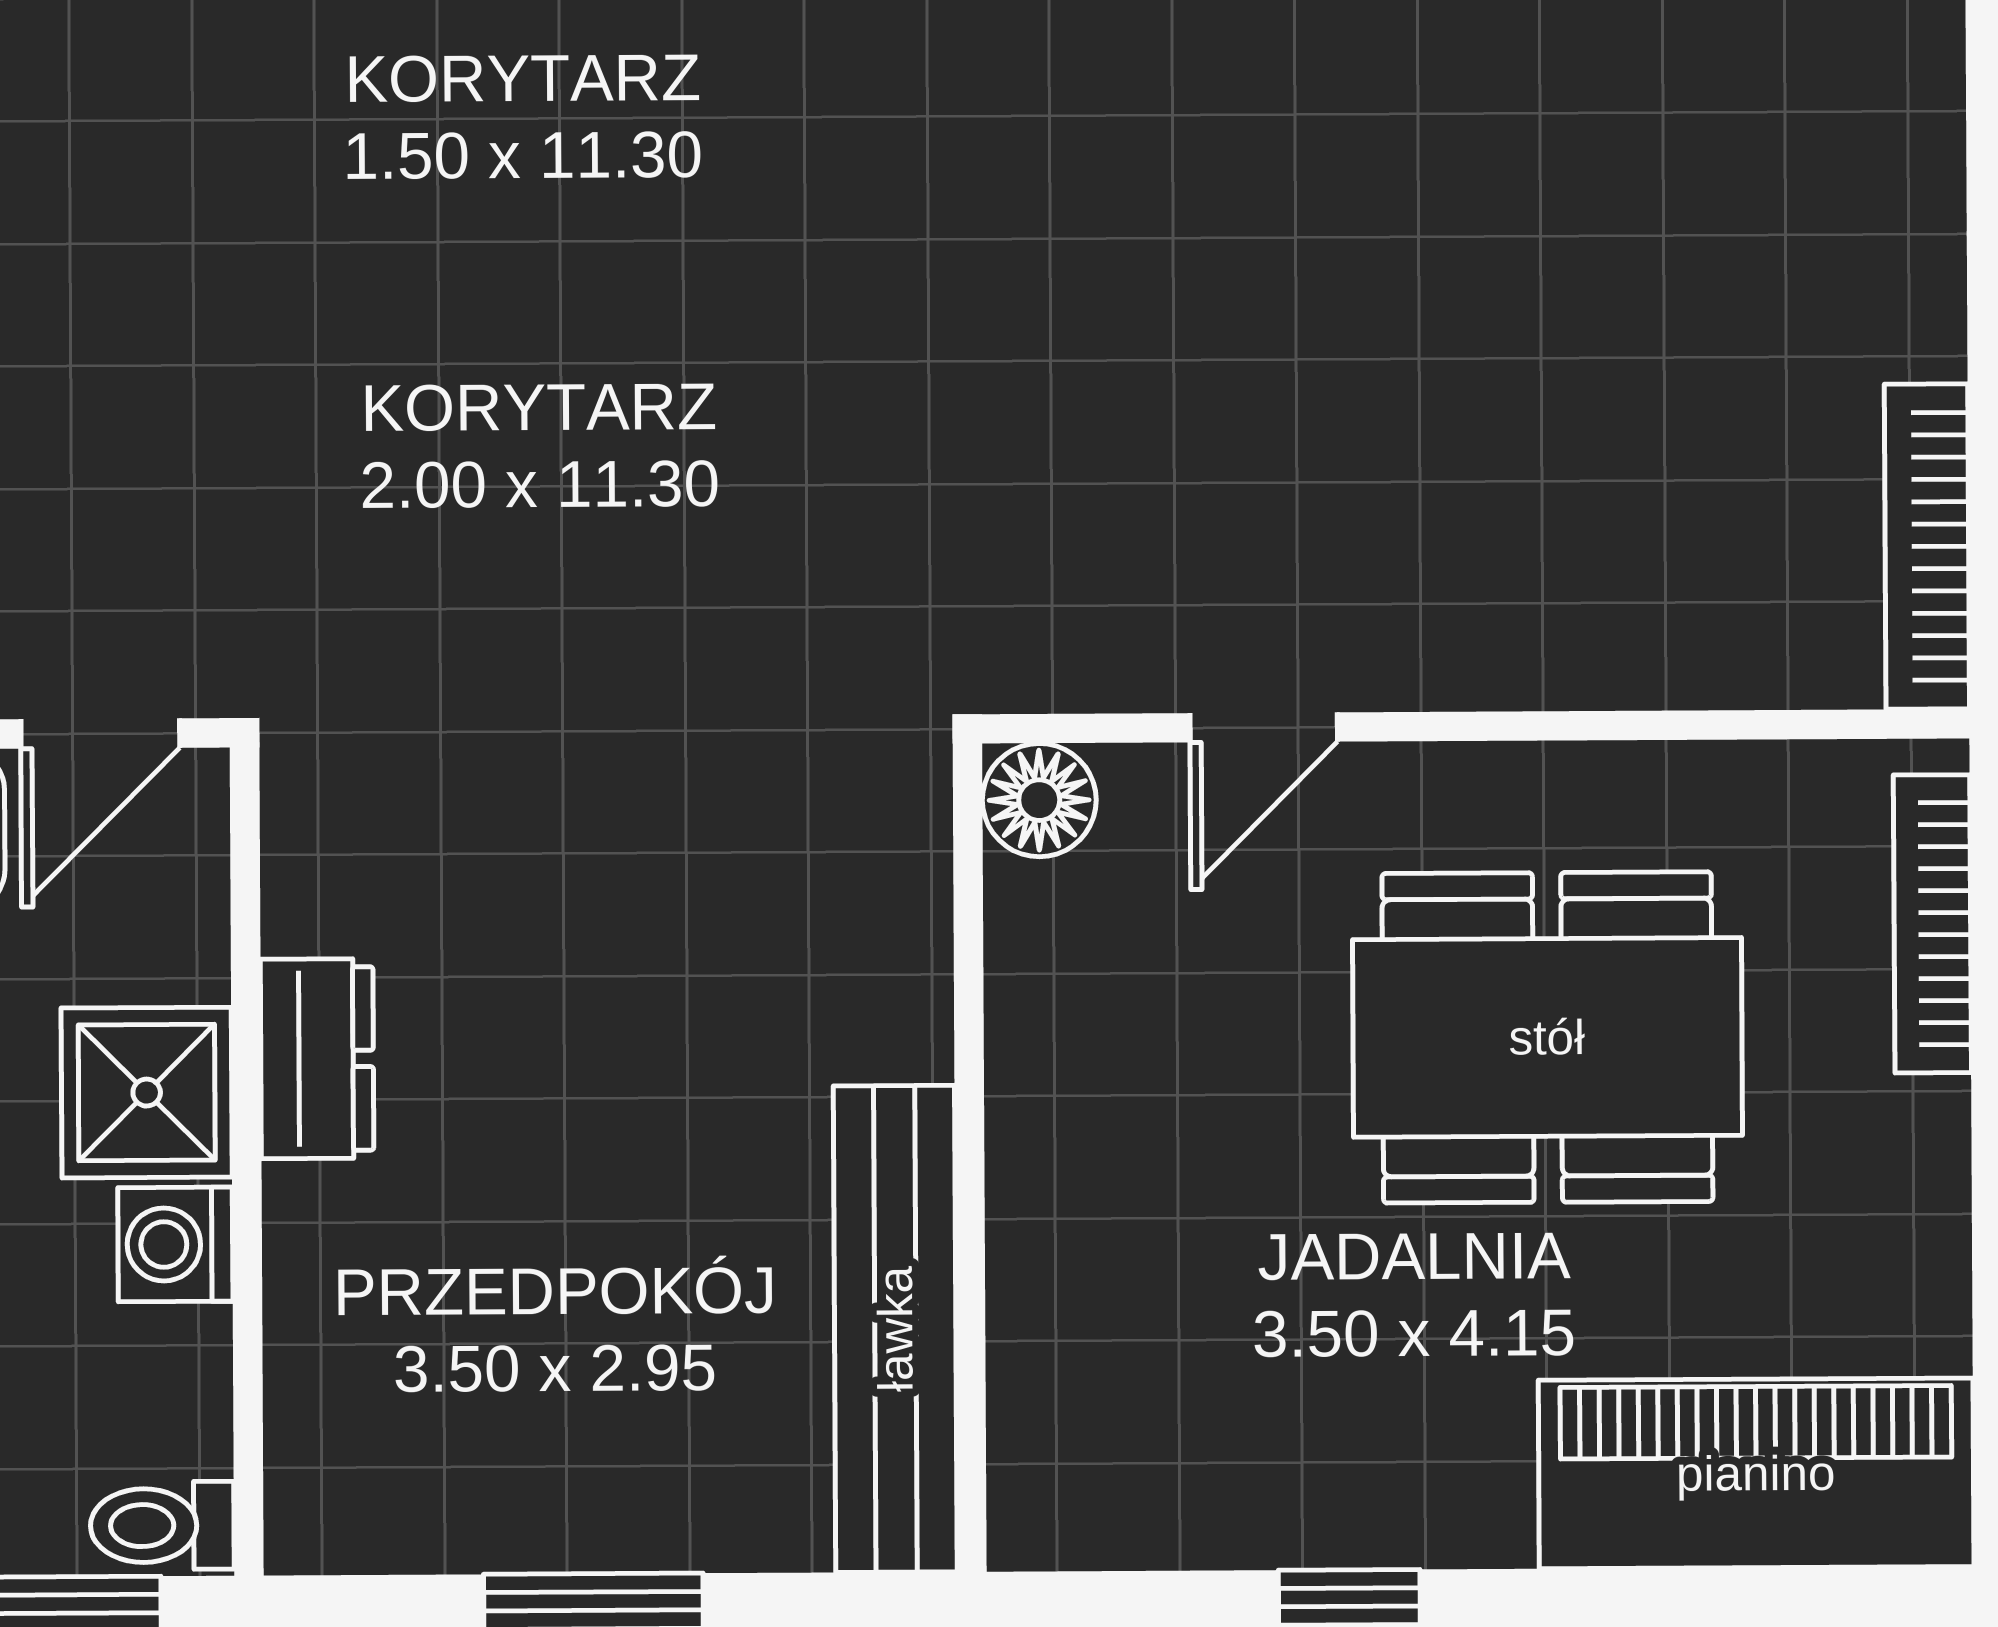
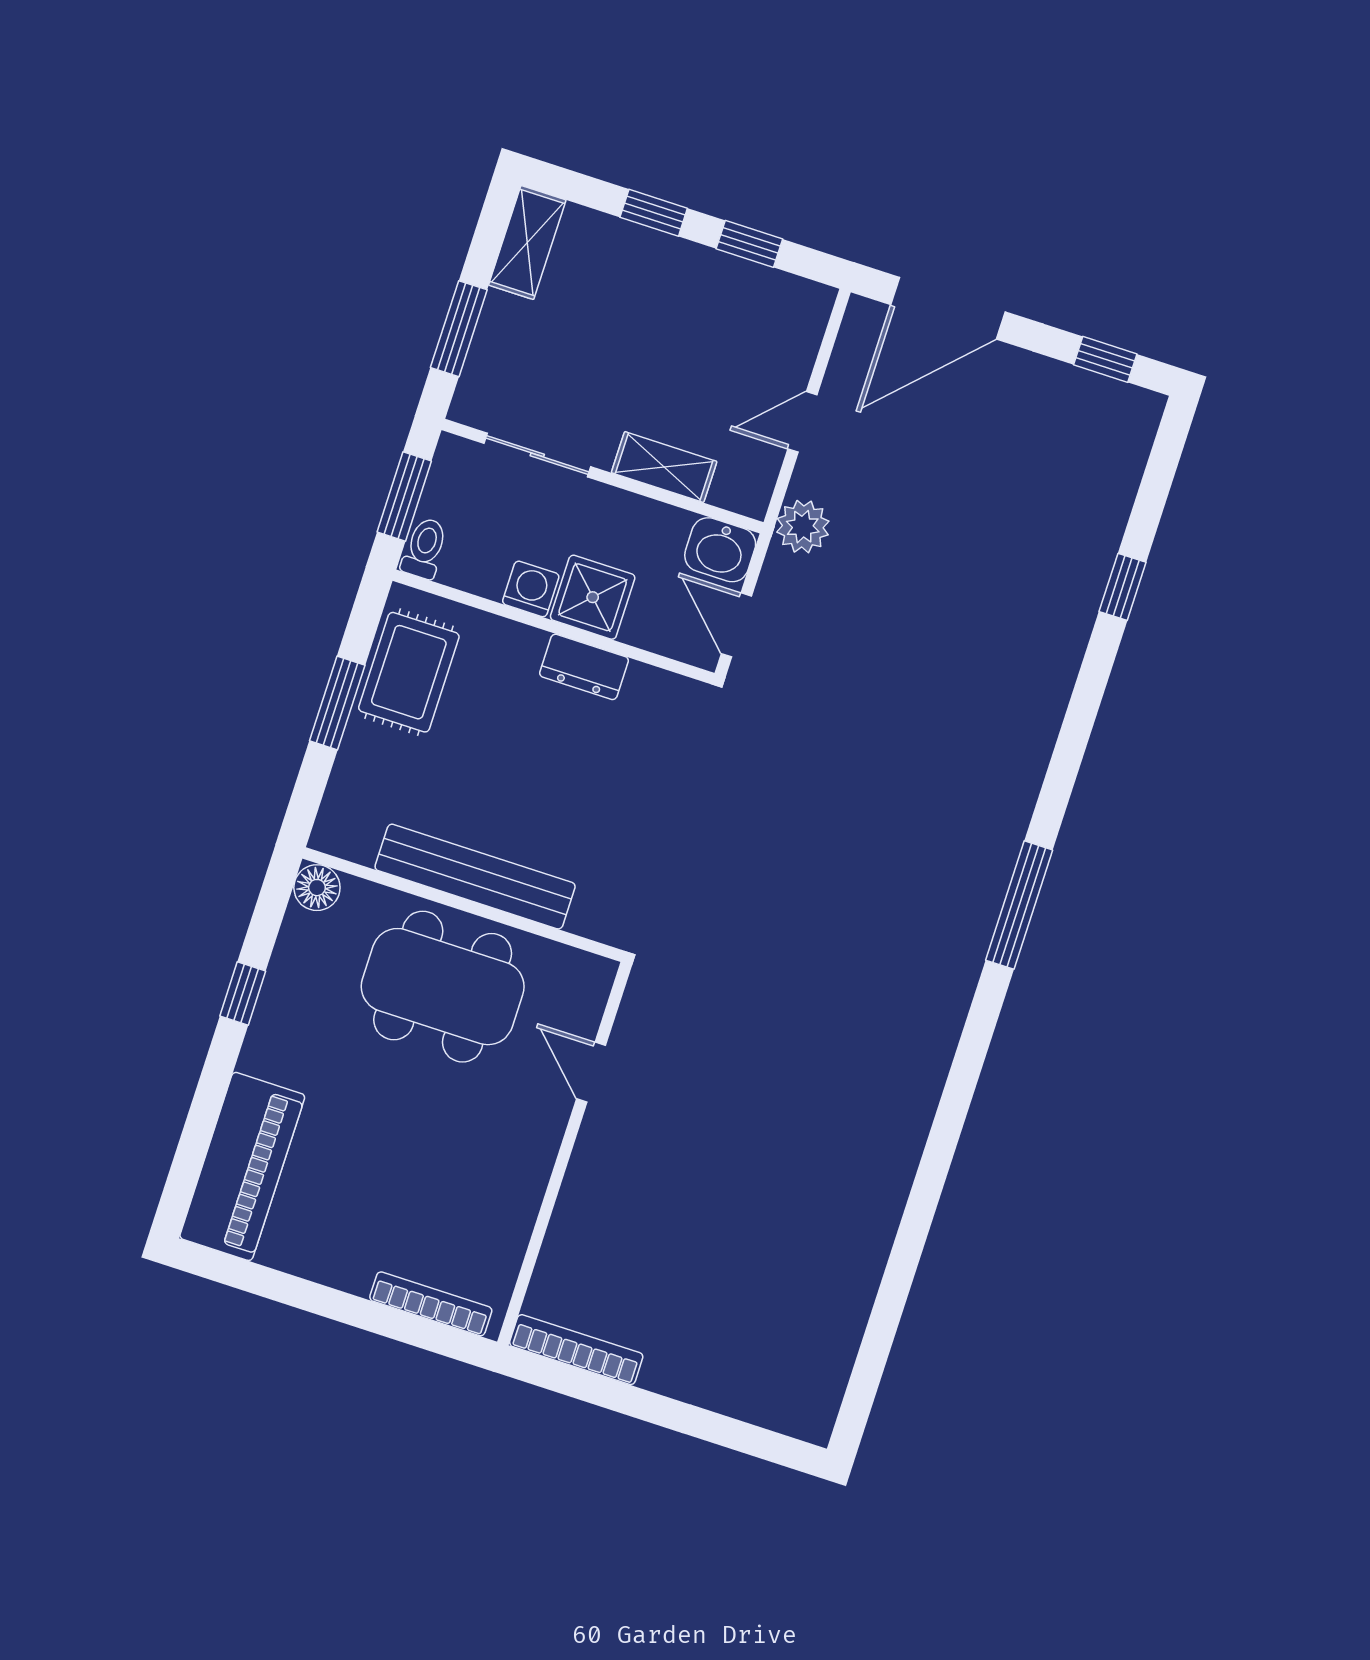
floor lamp: (1039, 800) -> (317, 888), moved
dining table: (1547, 1037) -> (443, 987), moved, turned 90
bench: (895, 1329) -> (475, 877), moved
rug: (466, 1466) -> (409, 672), added

